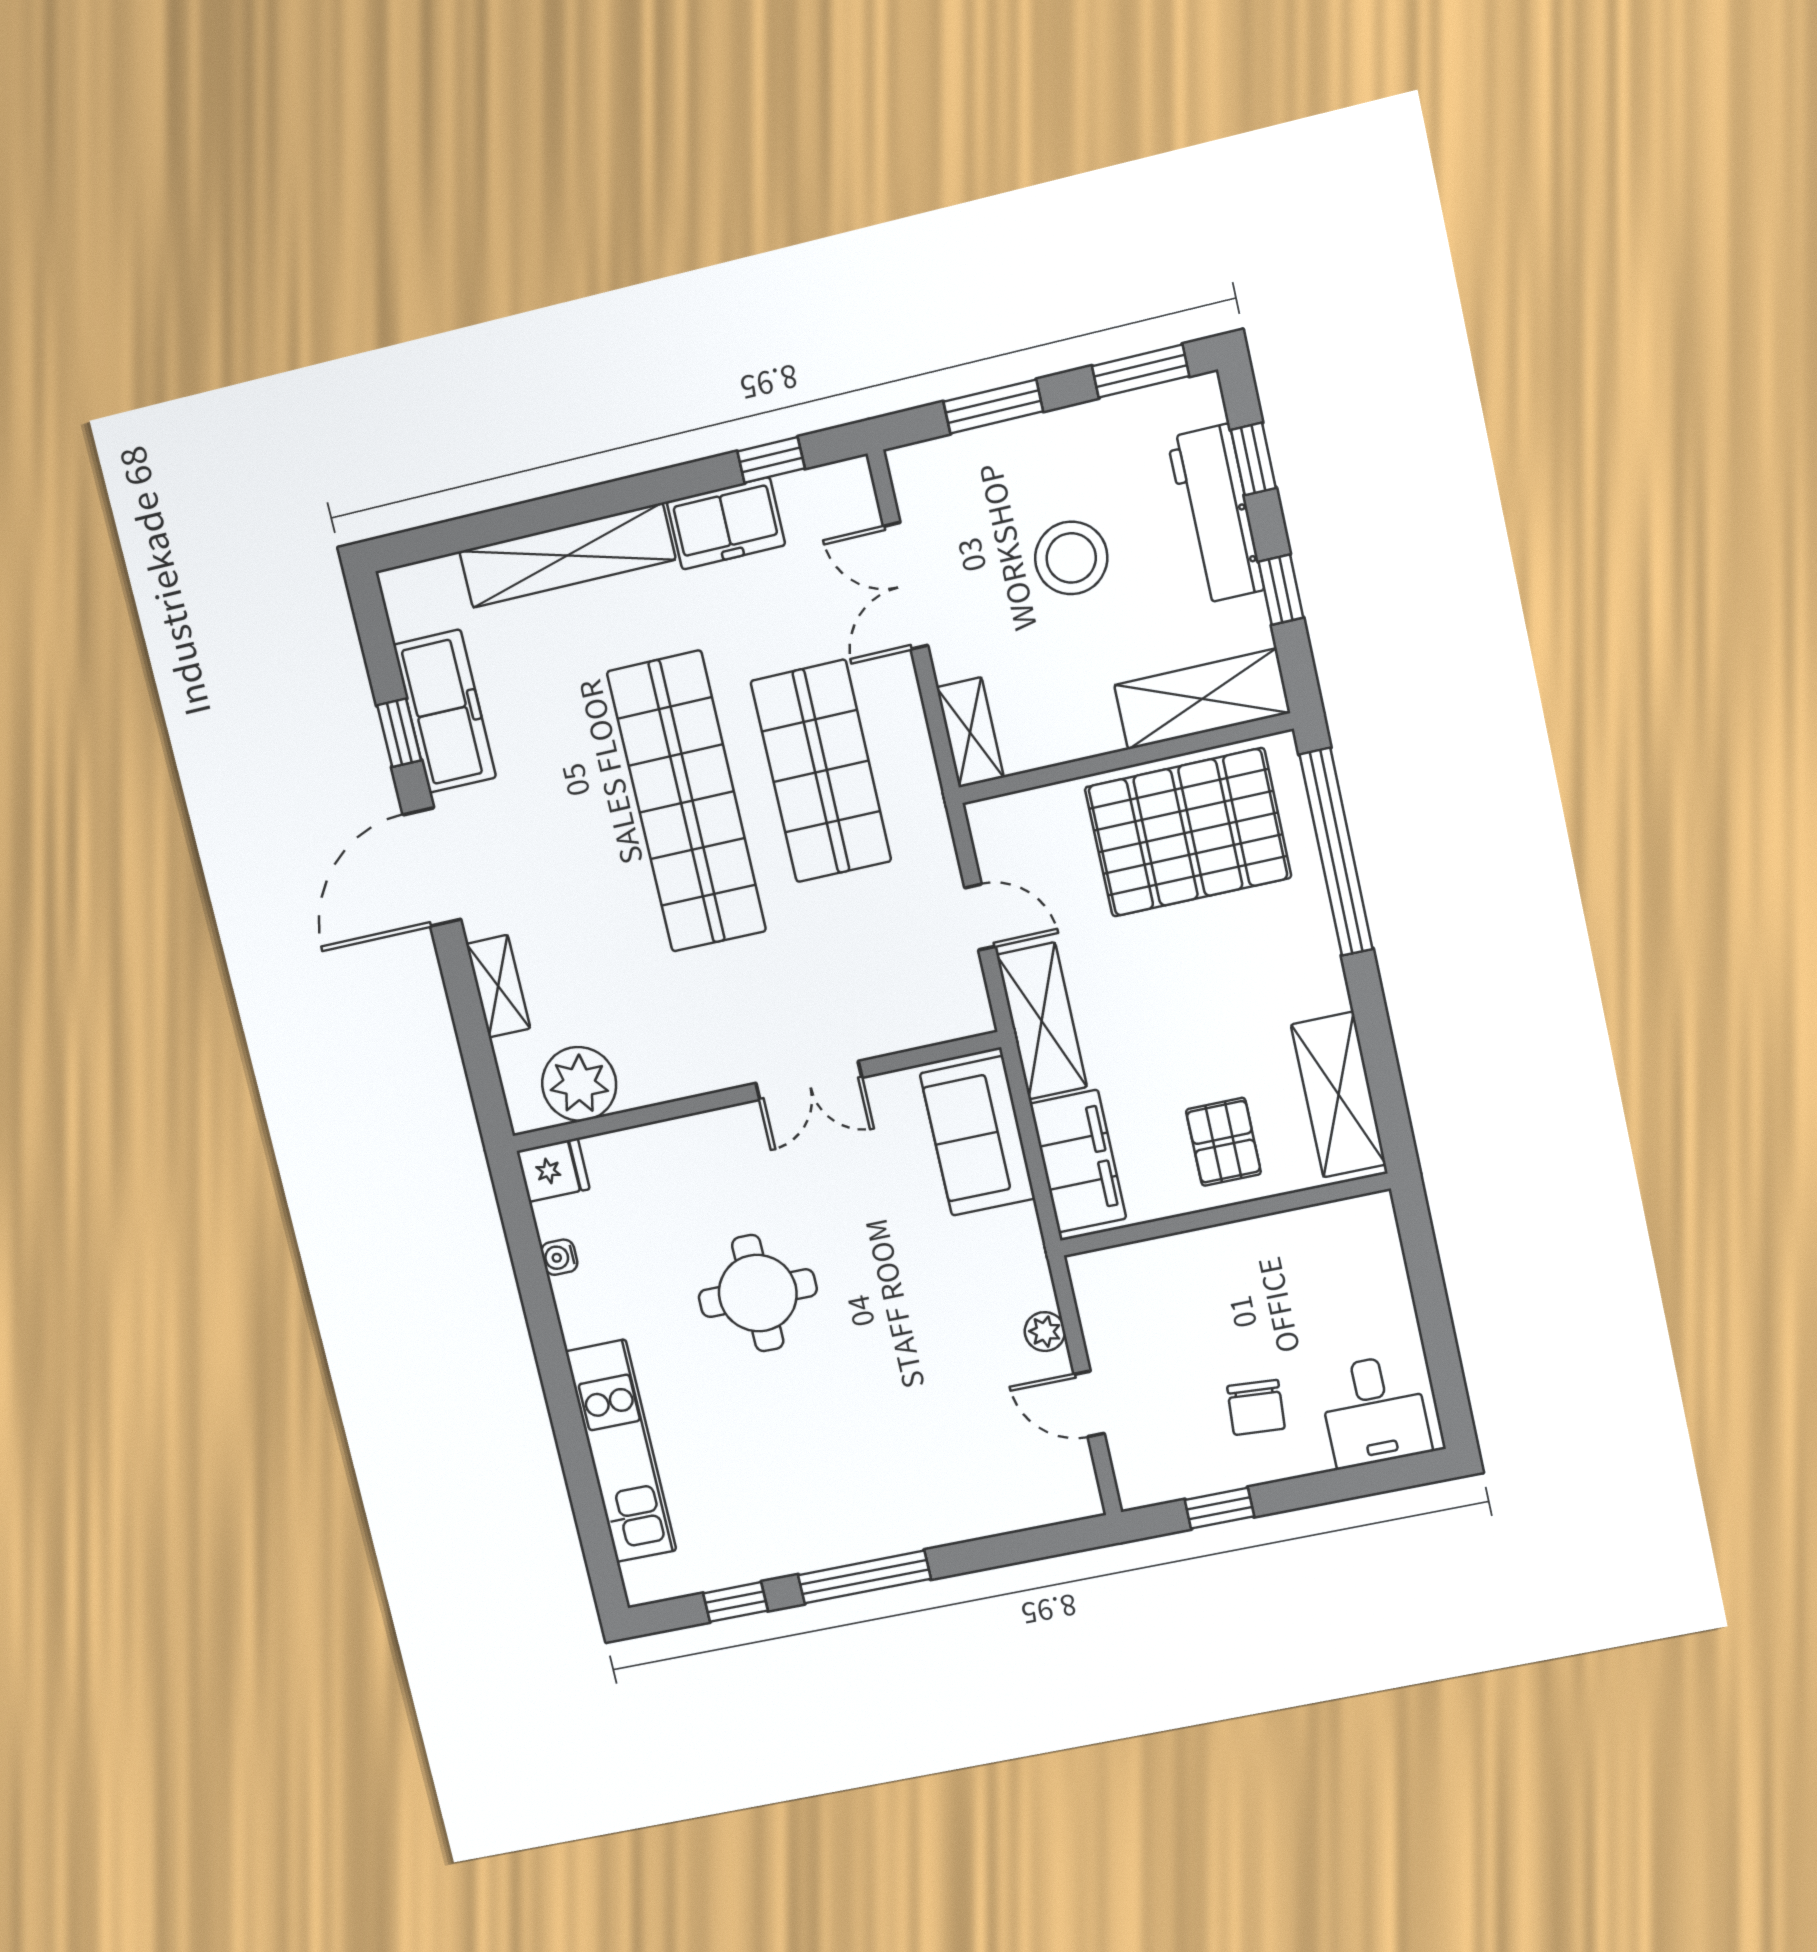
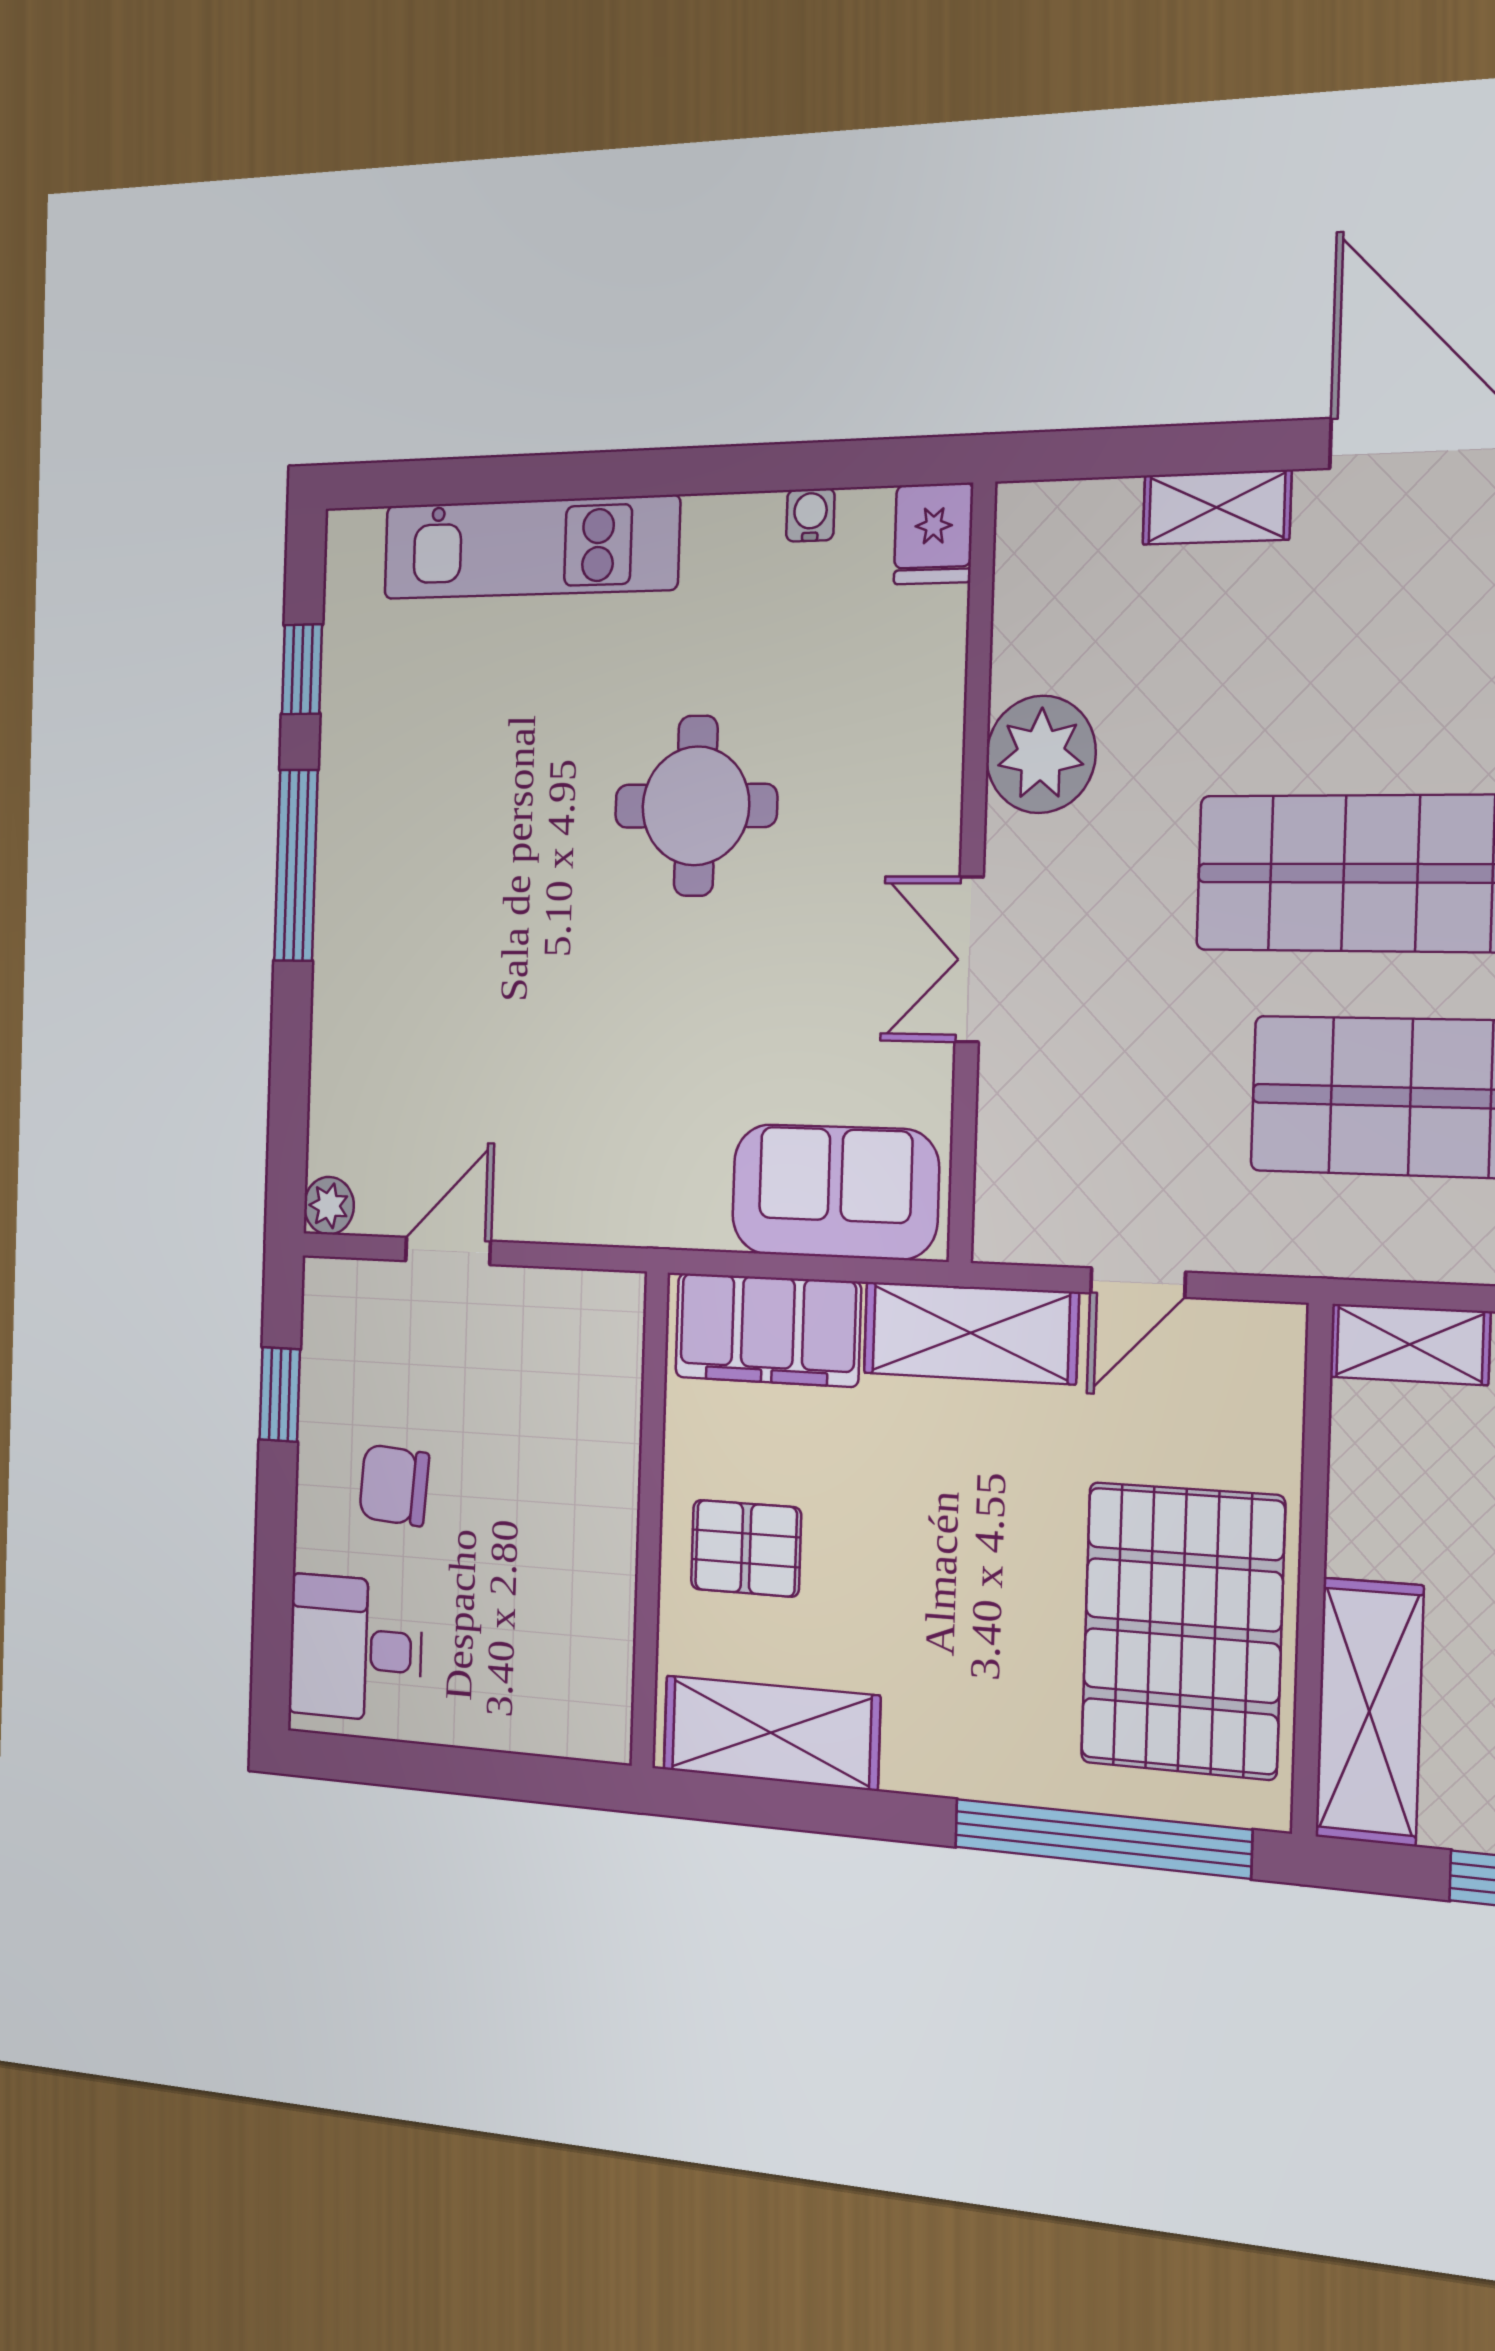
plant: (579, 1084) -> (1041, 754), moved
plant: (1045, 1332) -> (329, 1206), moved

